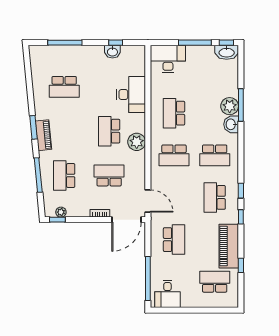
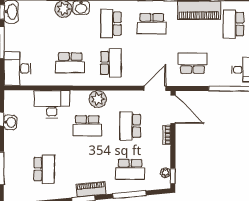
school desk: (215, 155) -> (111, 24), turned 180

